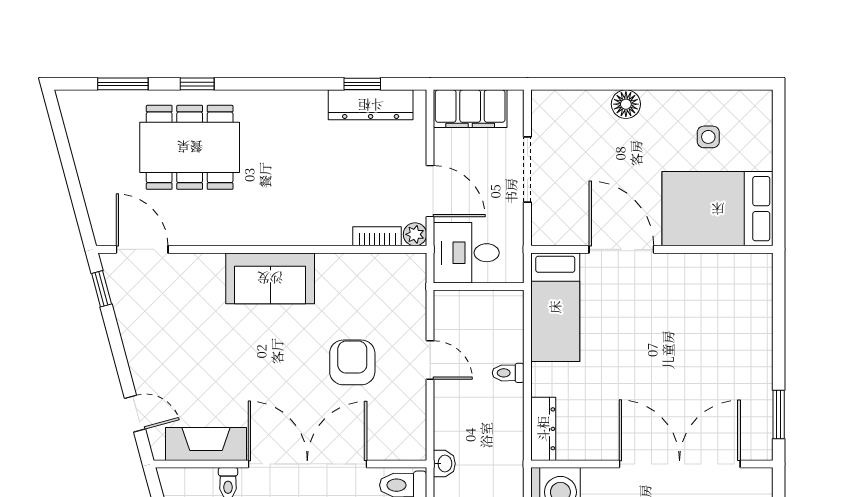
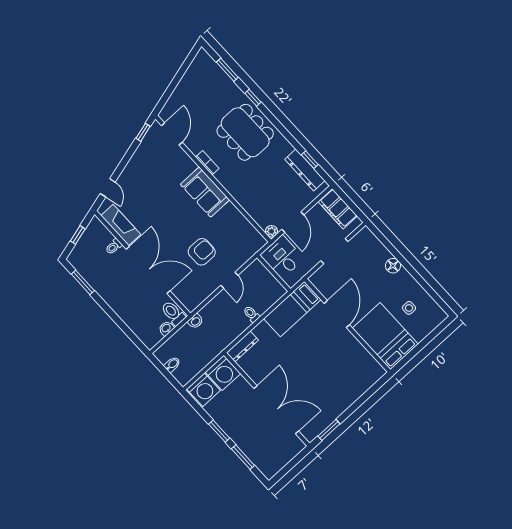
dining table: (190, 147) -> (245, 132), moved
bookcase: (377, 236) -> (207, 163), moved

